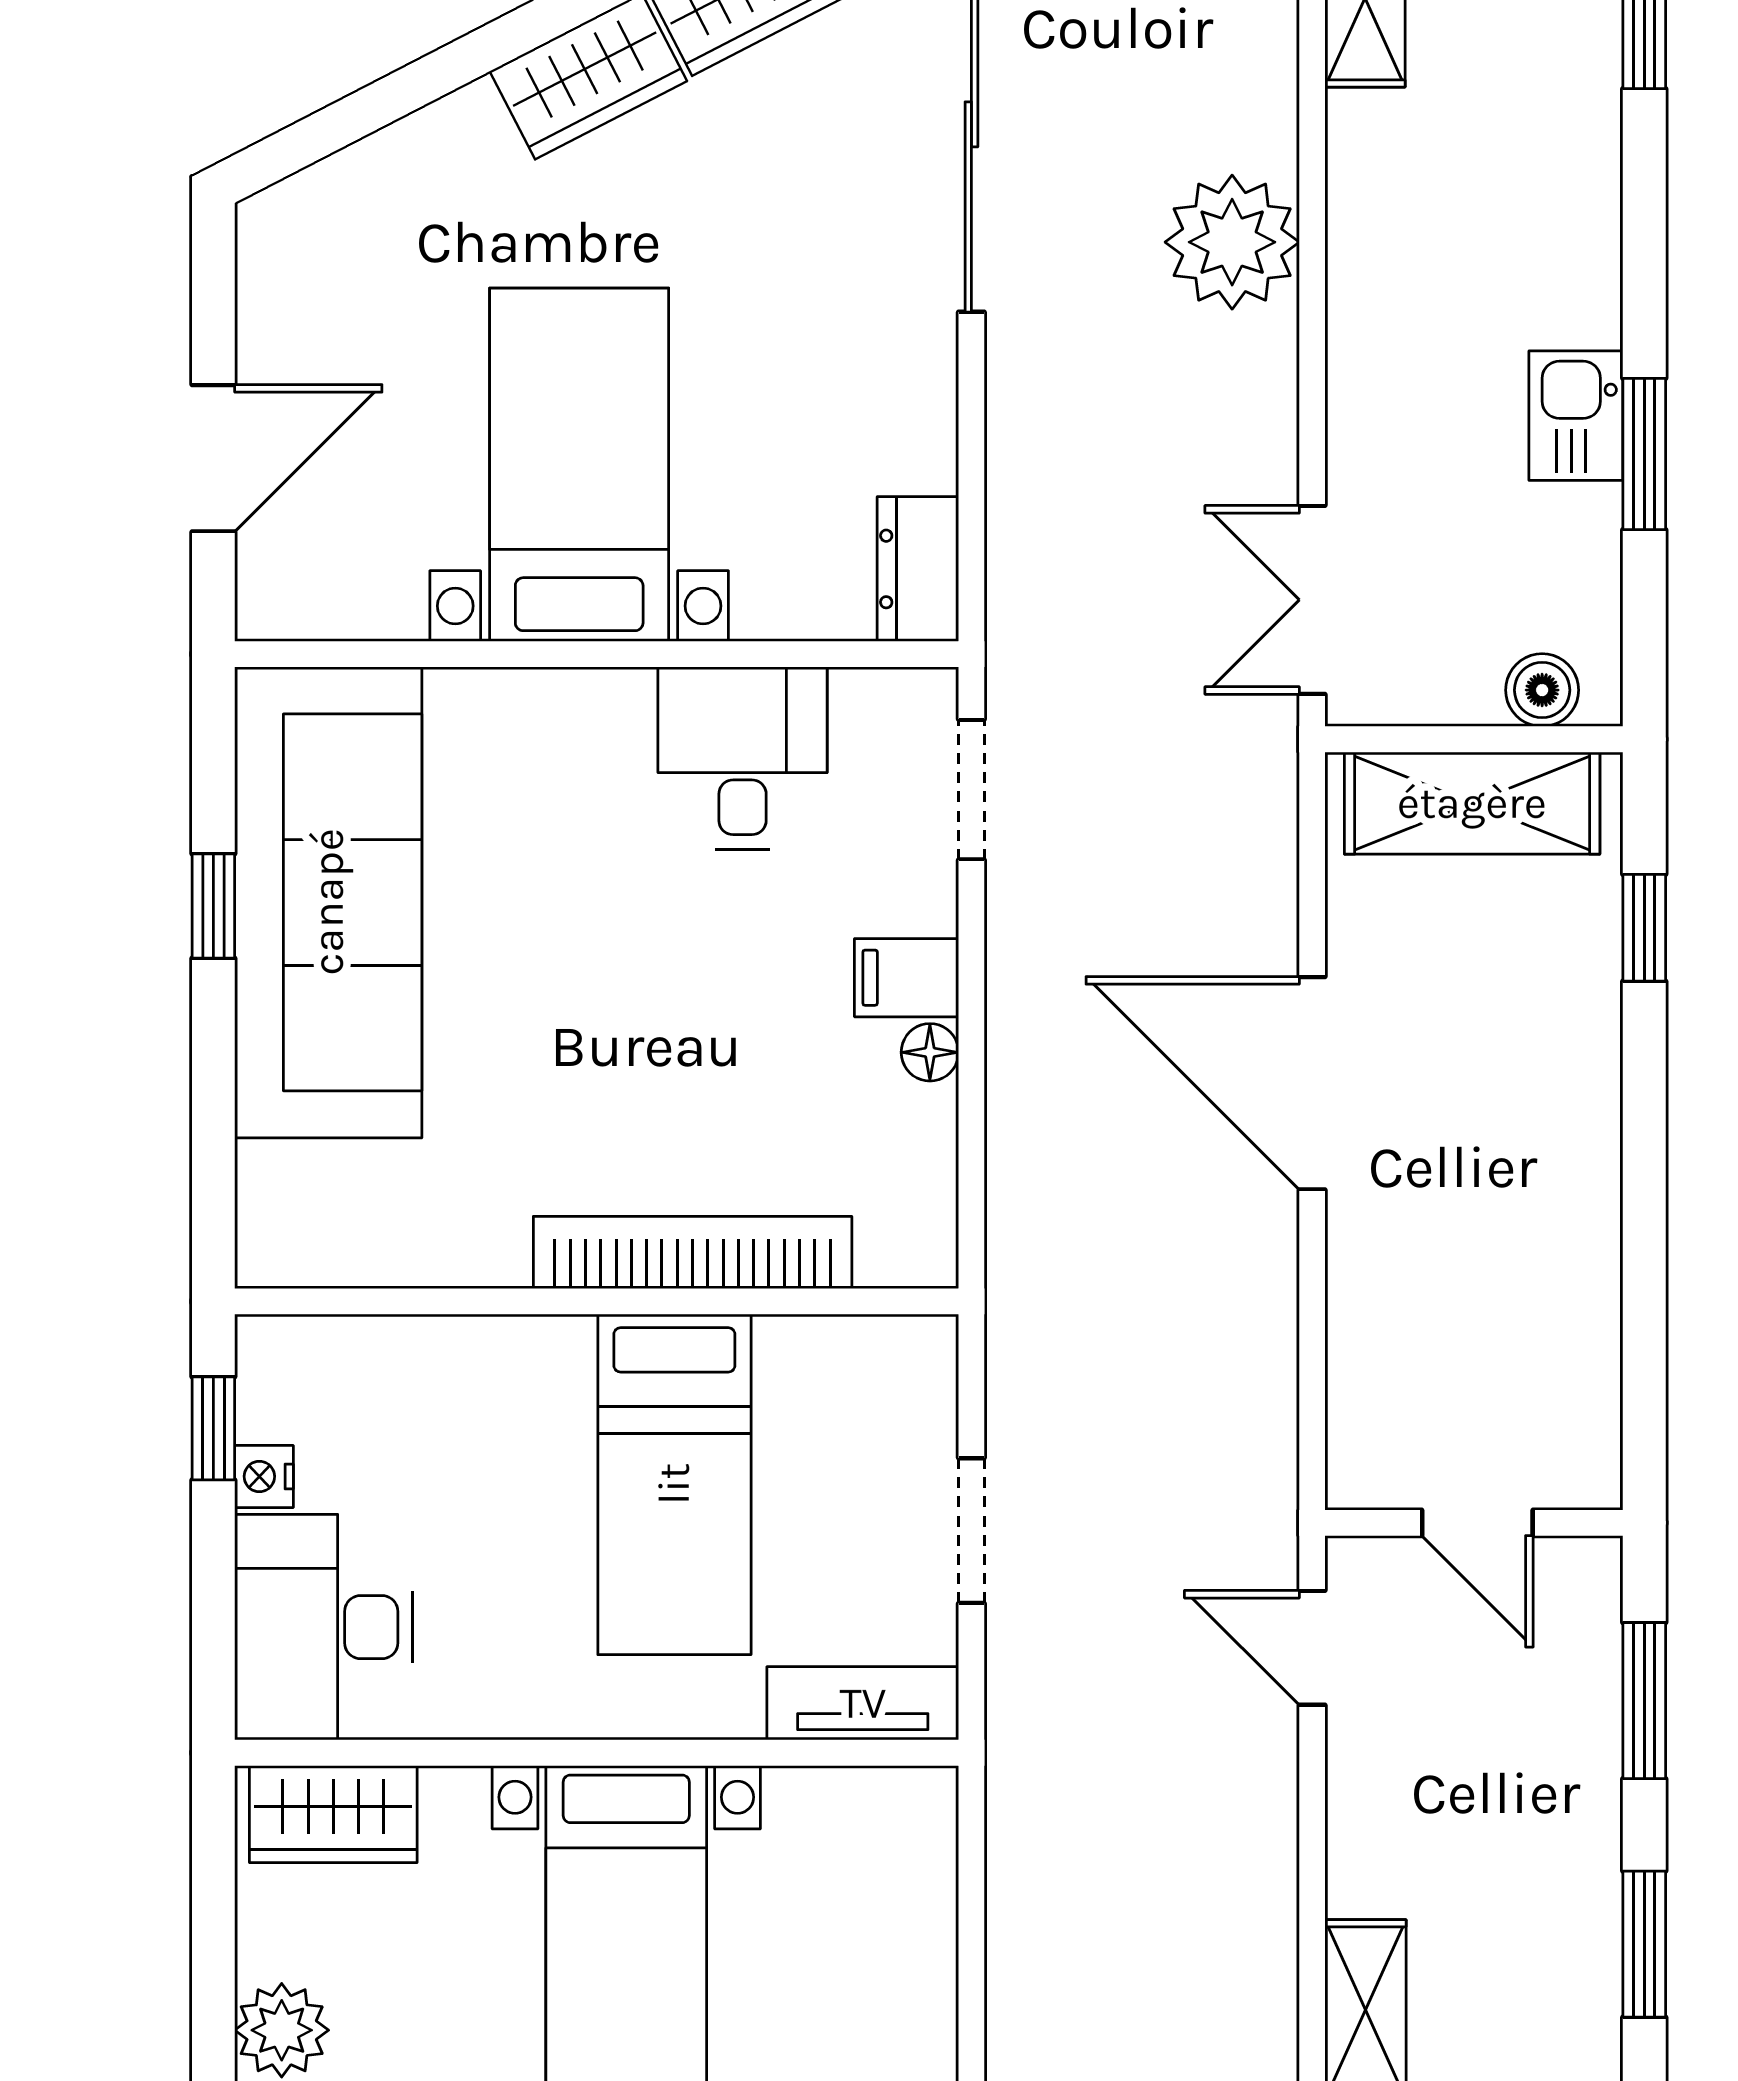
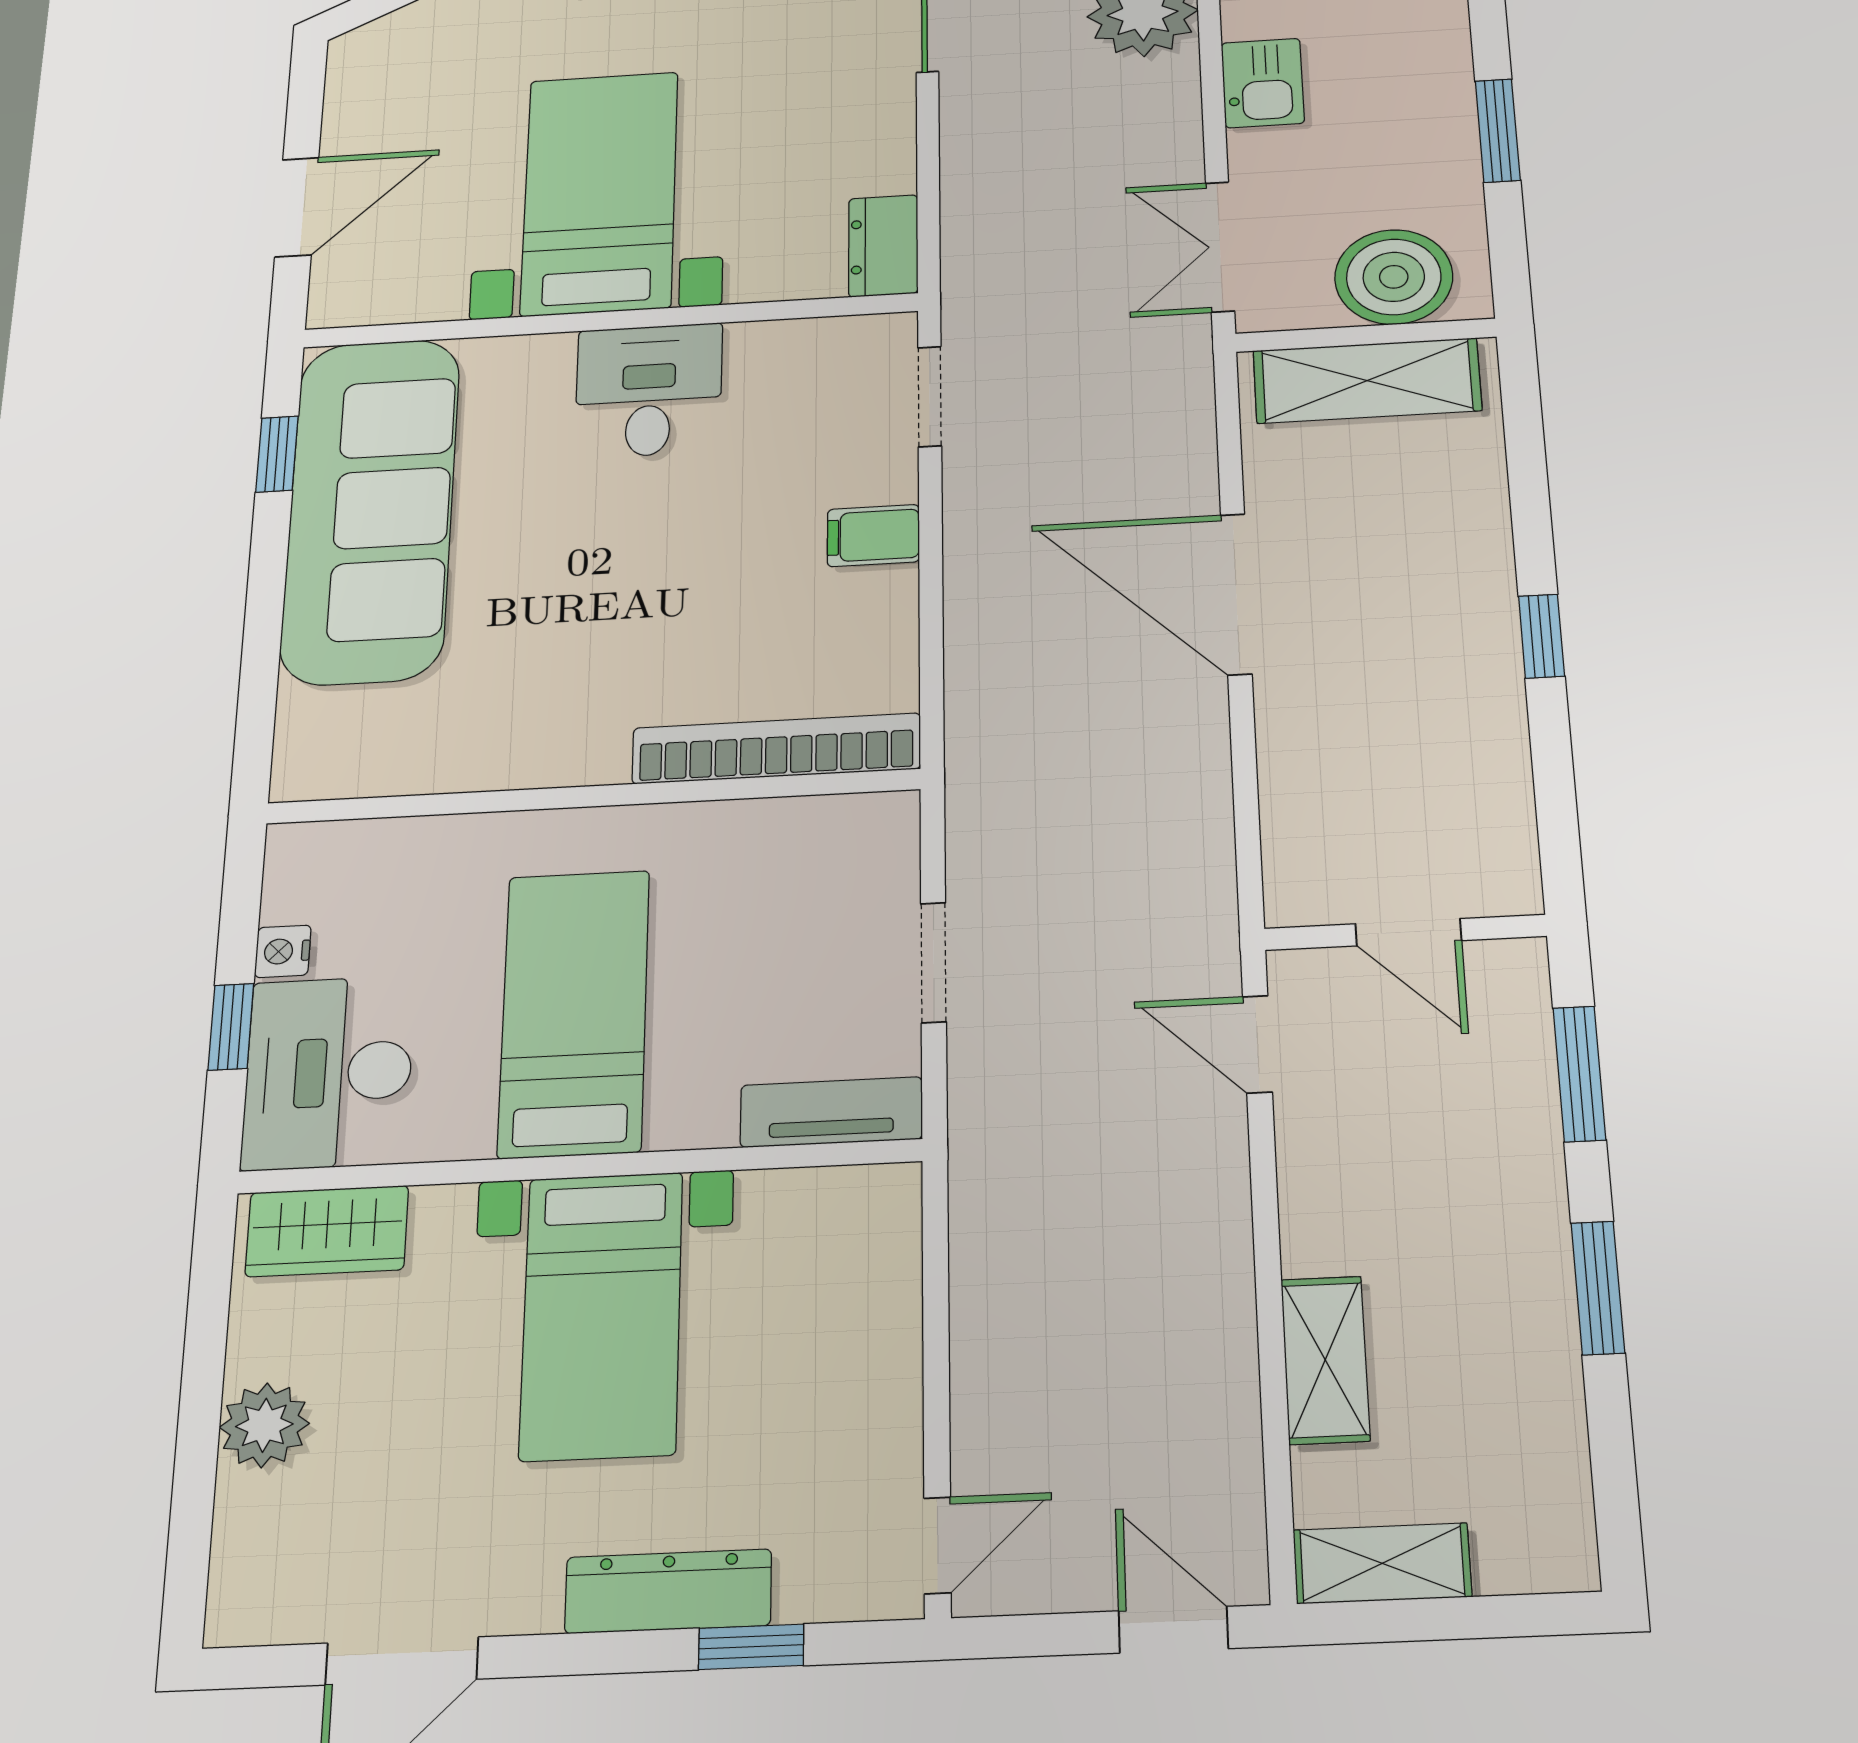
kitchen sink: (1576, 416) -> (1263, 83), moved, turned 180
boiler: (1542, 690) -> (1394, 277), width x1.86, depth x1.86
desk: (743, 758) -> (649, 390), moved
window: (213, 906) -> (277, 454), moved
window: (1644, 928) -> (1541, 636), moved
floor lamp: (930, 1052) -> (894, 590), removed
bookcase: (693, 1252) -> (776, 748), moved
window: (213, 1428) -> (231, 1027), moved
bed: (674, 1484) -> (574, 1013), moved, turned 180

